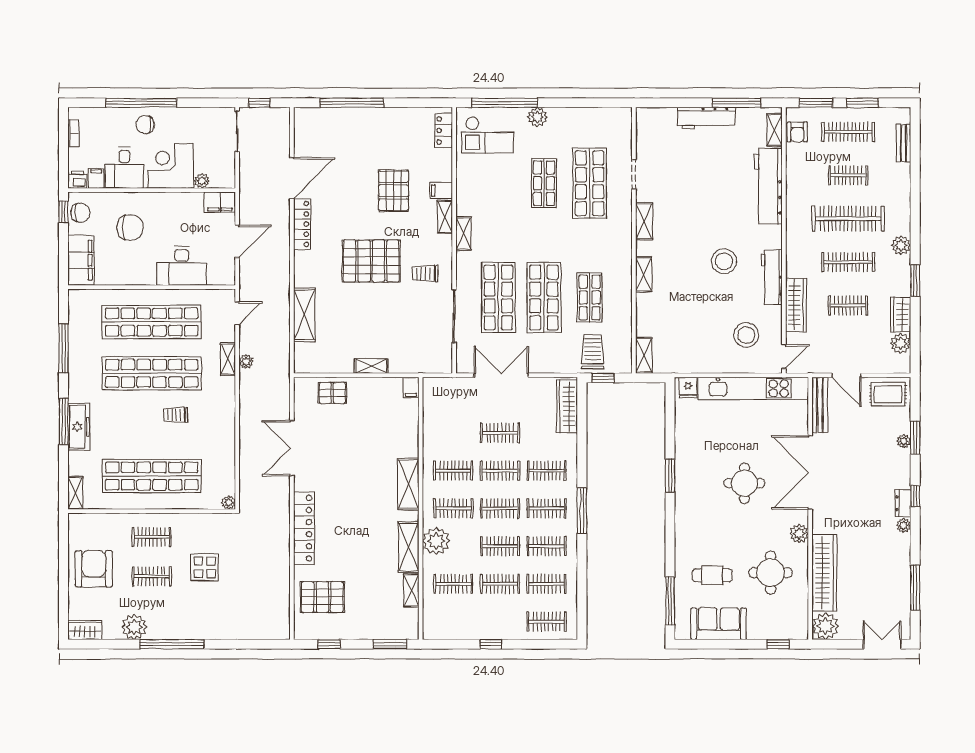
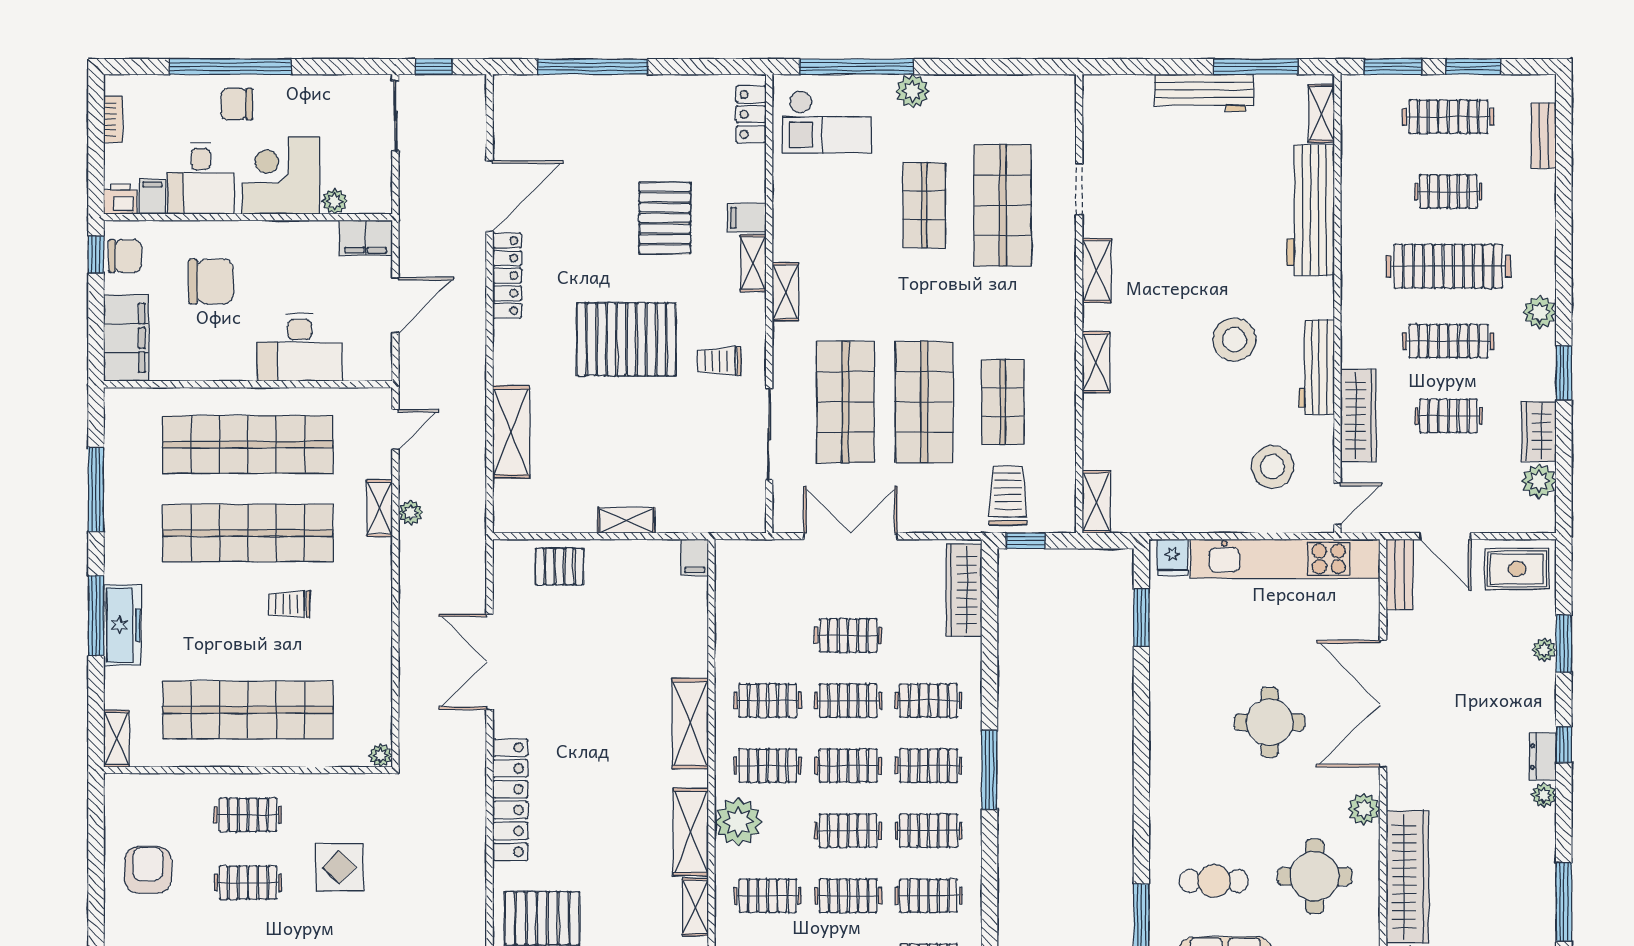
armchair: (797, 132) -> (1361, 117), removed
bench: (820, 405) -> (1399, 574), width x0.73
window: (670, 476) -> (1141, 618), moved
armchair: (94, 569) -> (148, 870), width x0.73, depth x0.73

